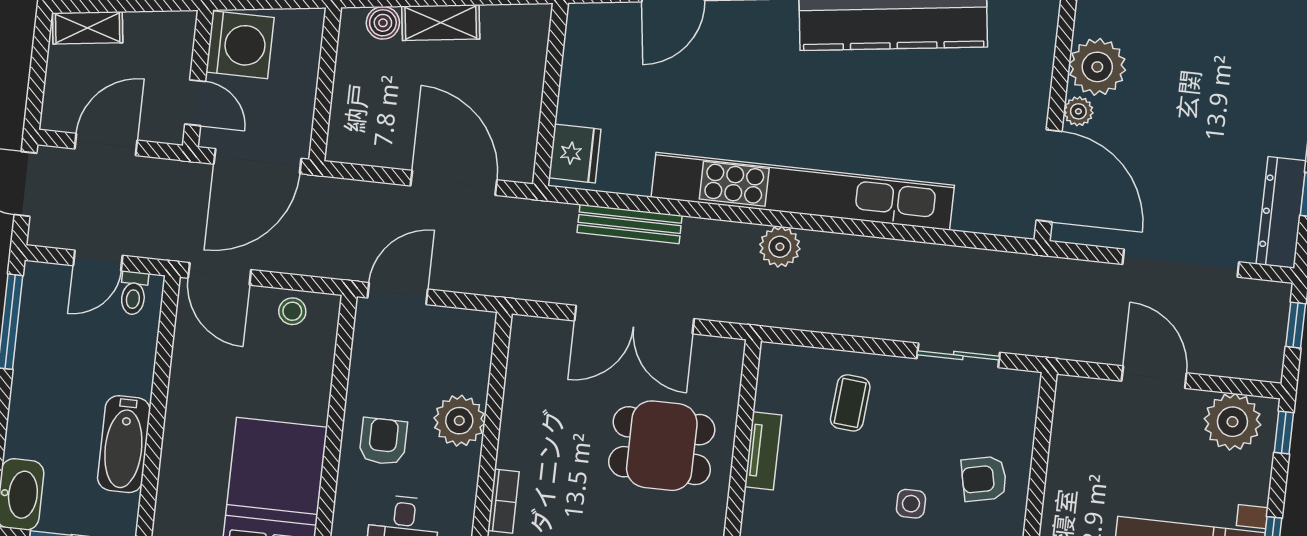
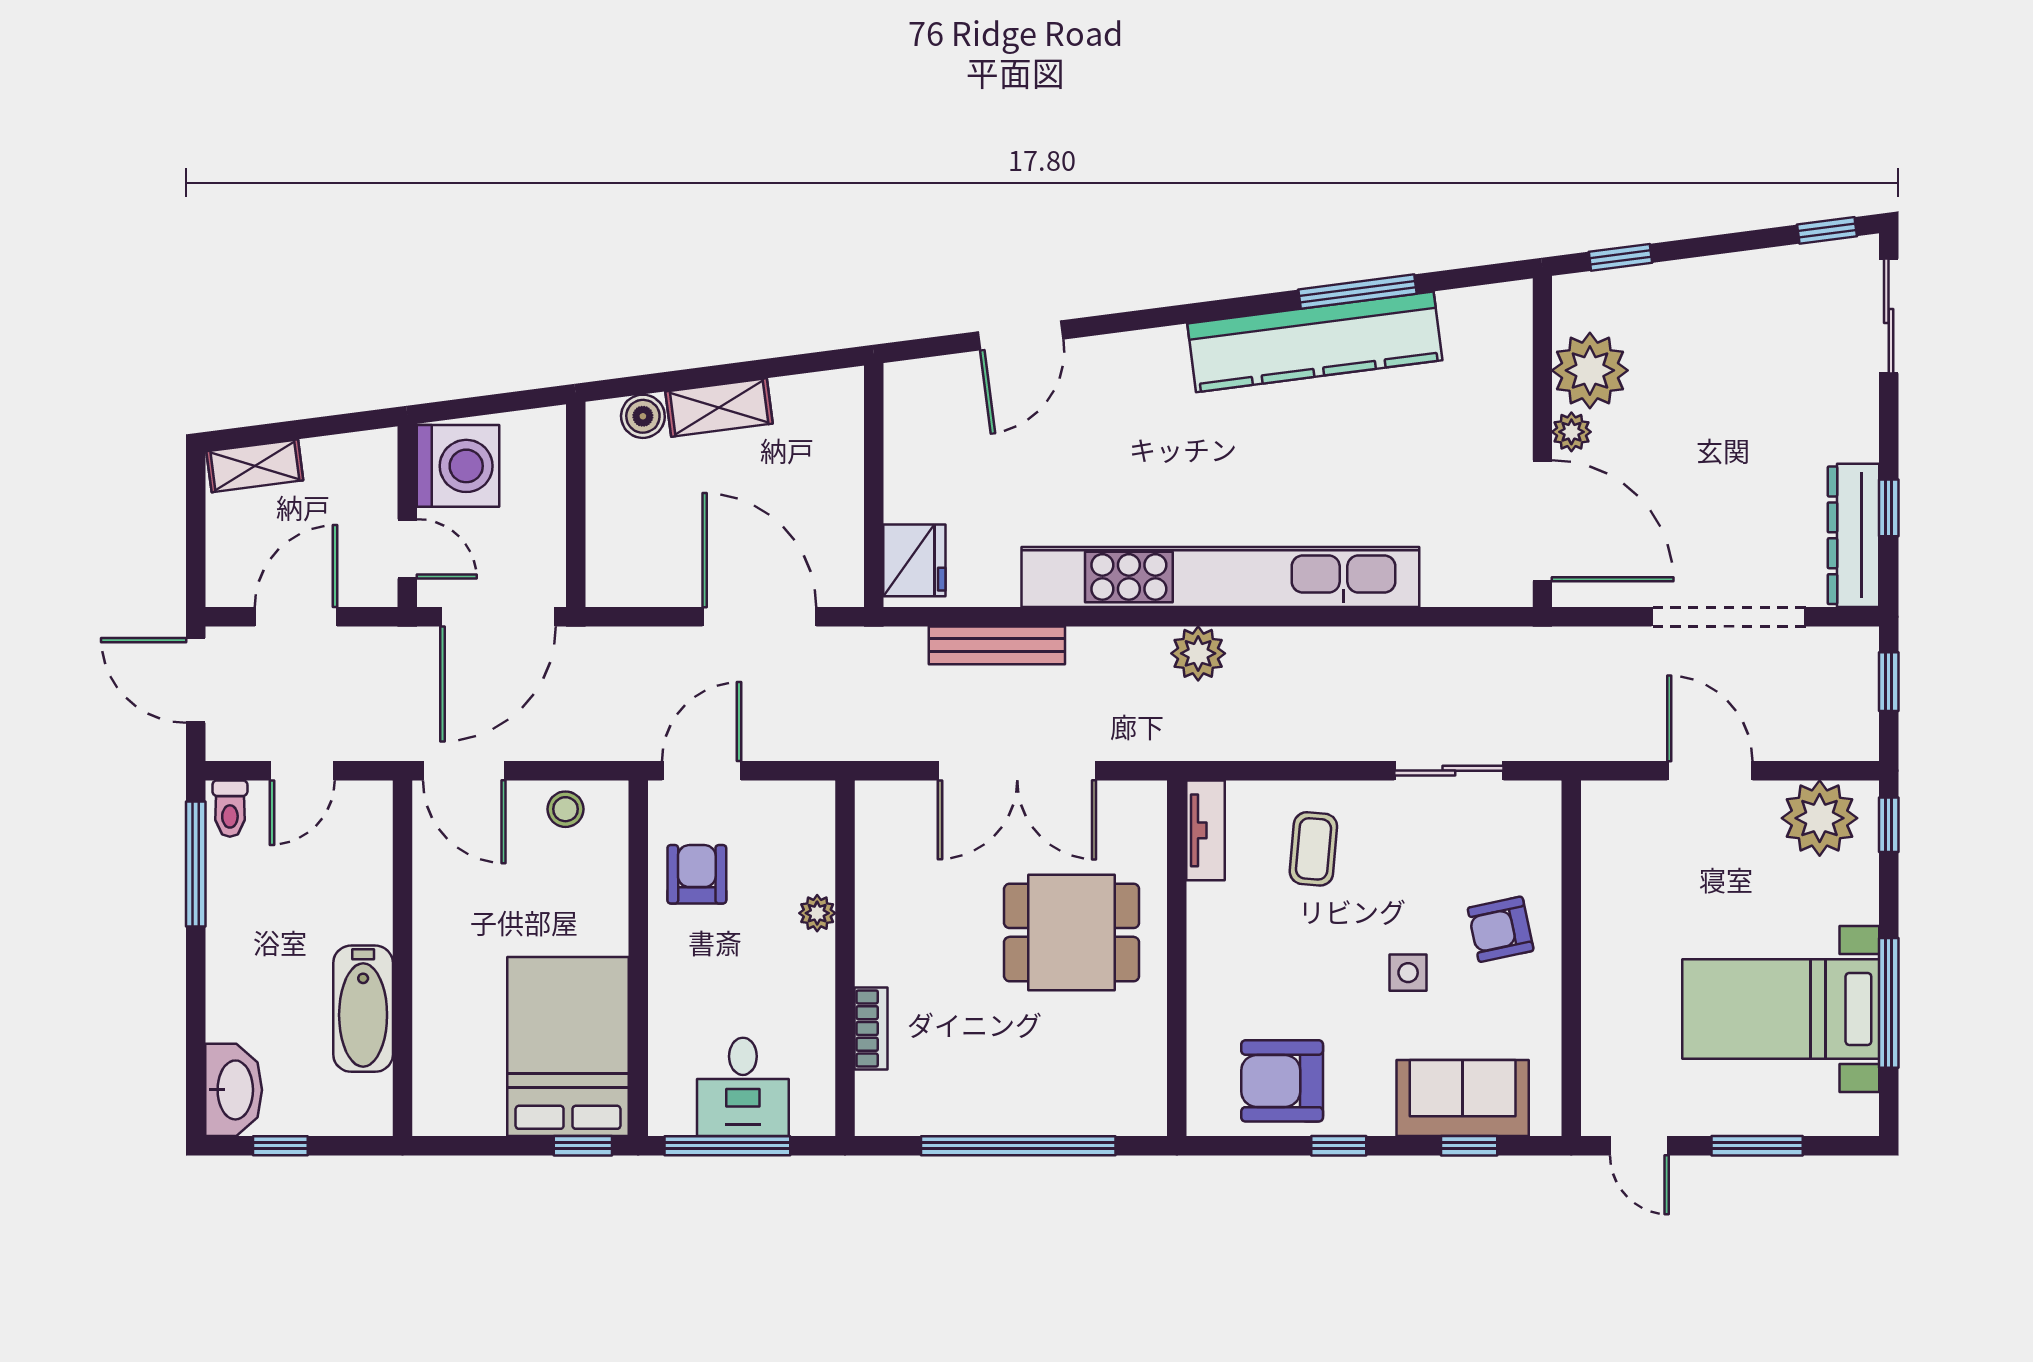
toilet: (134, 293) -> (230, 809), moved
plant: (459, 421) -> (817, 913), width x0.53, depth x0.53
armchair: (383, 441) -> (697, 874), moved
tv unit: (763, 451) -> (1206, 830), moved

